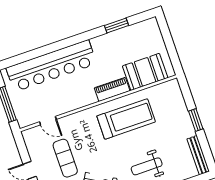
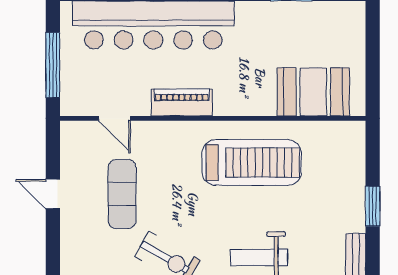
piano: (112, 89) -> (182, 102), moved

